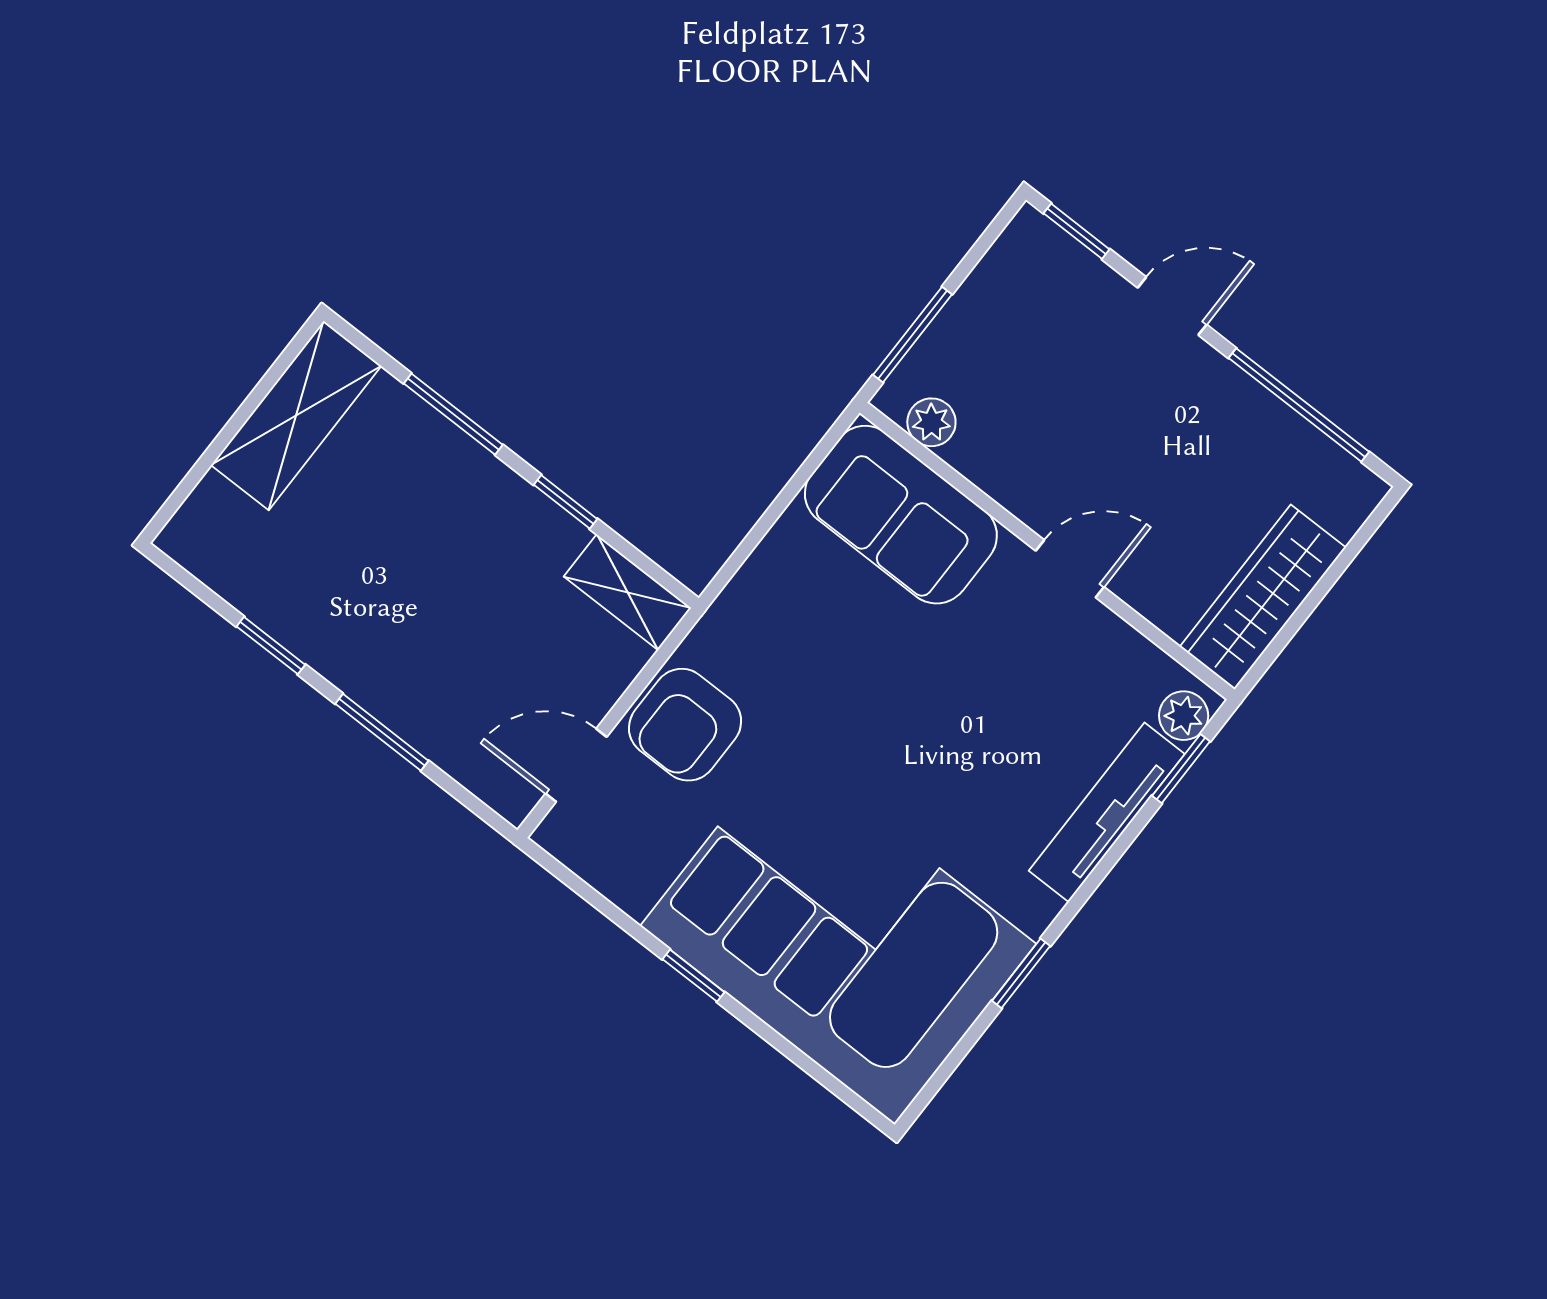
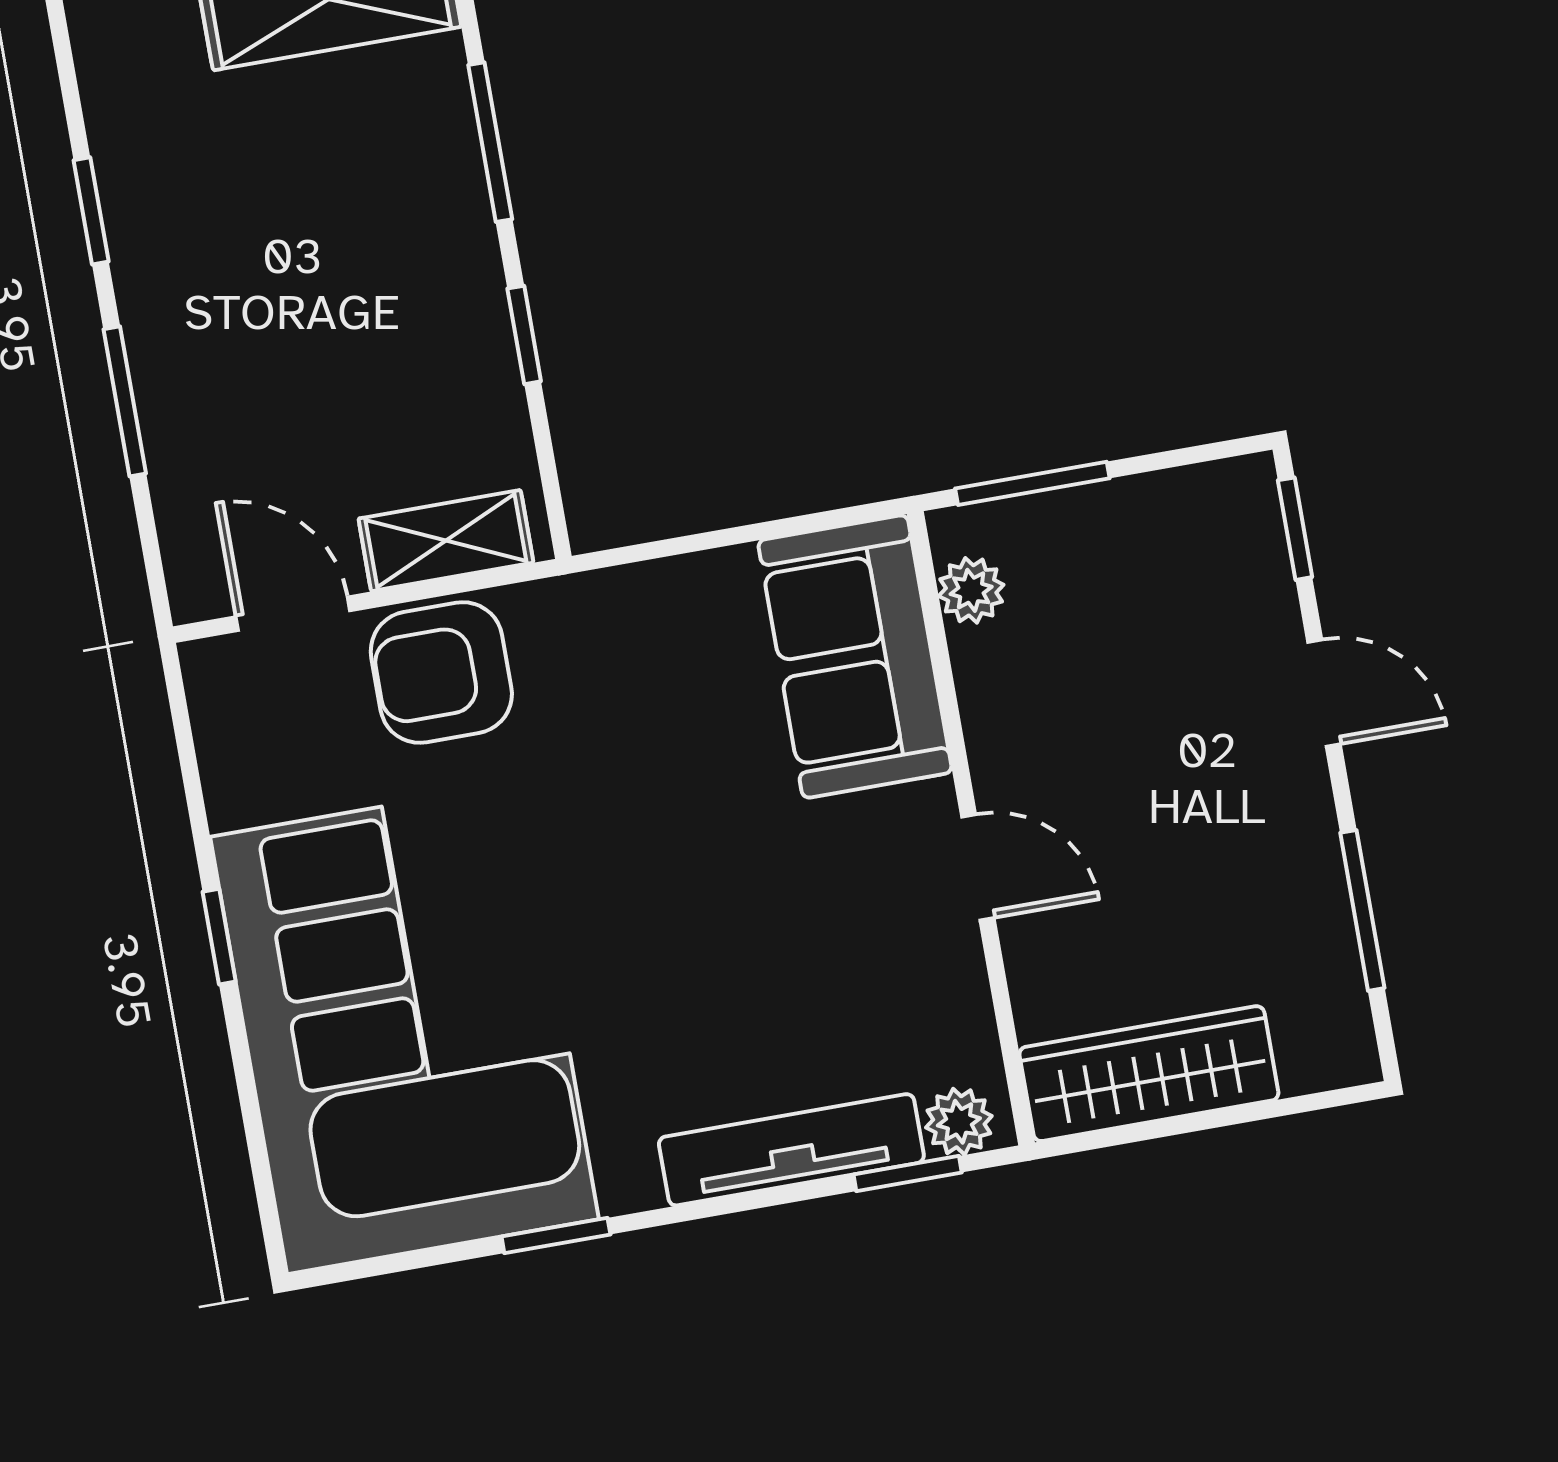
window: (1299, 405) -> (1362, 910), width x0.69
shelving: (627, 592) -> (446, 541), moved, turned 90

